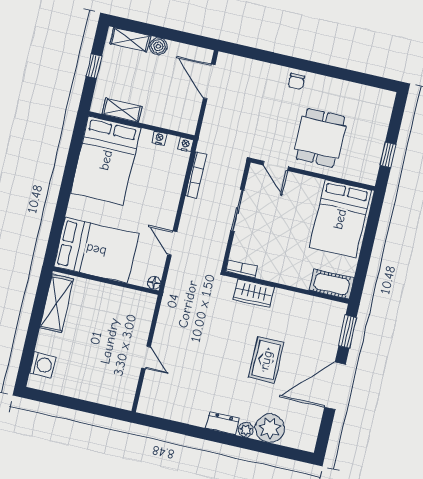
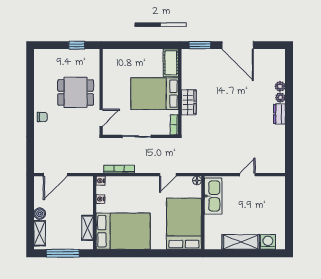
window: (94, 66) -> (63, 253), width x2.17
bed: (340, 219) -> (155, 94), moved, turned 180
wardrobe: (254, 293) -> (189, 102), moved
kitchen sink: (127, 301) -> (213, 196), added
shelving: (57, 303) -> (241, 242), moved
rug: (266, 360) -> (231, 95), removed
plant: (270, 428) -> (280, 86), width x0.53, depth x0.53

